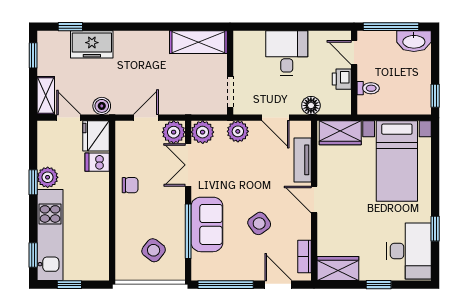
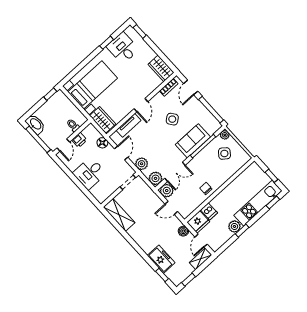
desk: (409, 251) -> (123, 48), width x0.73
plant: (177, 273) -> (225, 135), added
window: (379, 285) -> (140, 31), moved

